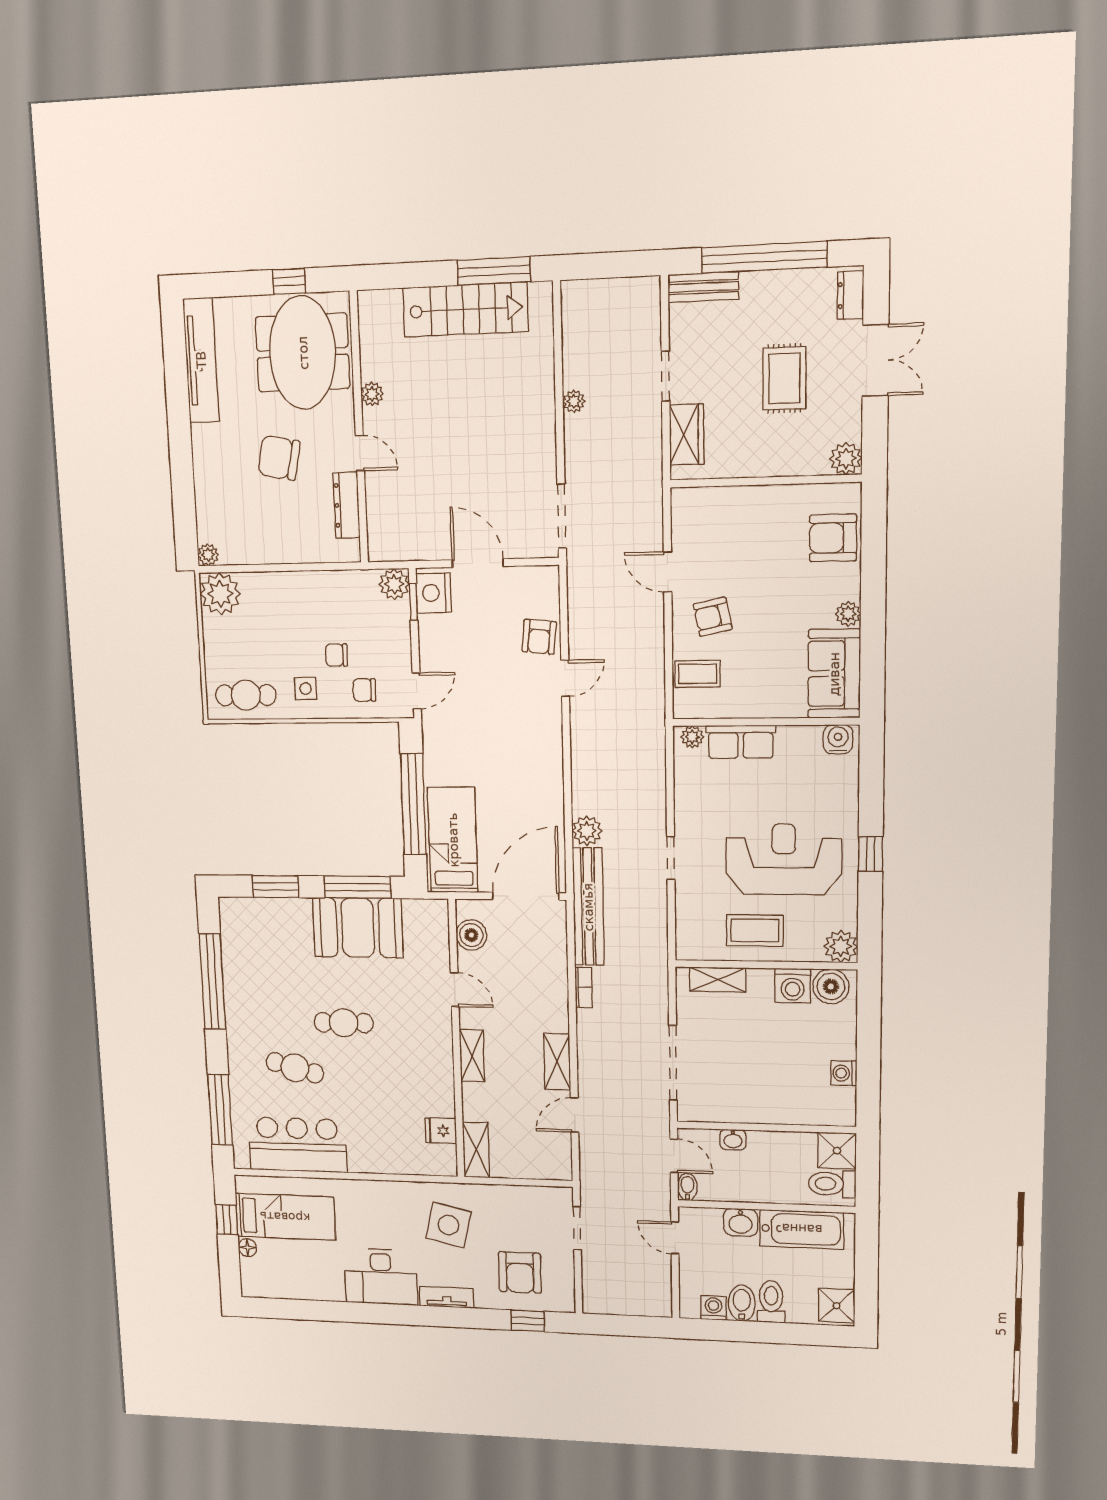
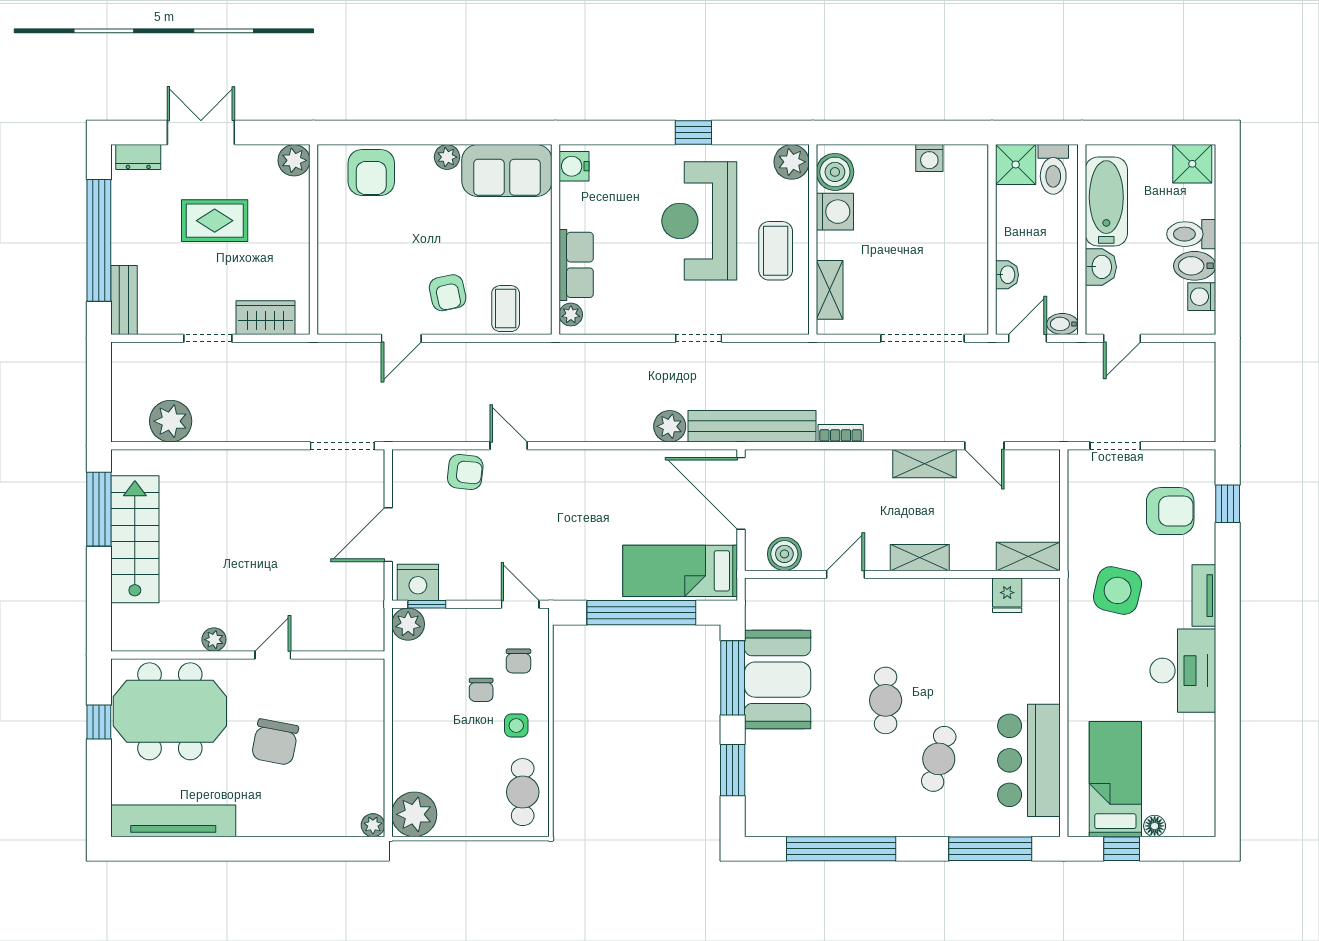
plant: (574, 401) -> (171, 421), moved, width x1.88, depth x1.88
dresser: (346, 505) -> (325, 672), removed

